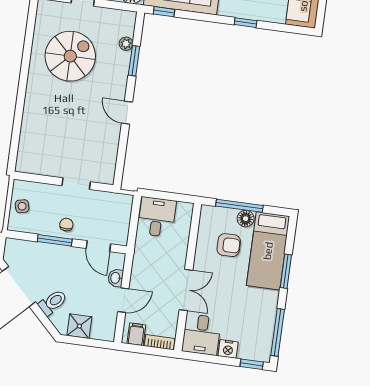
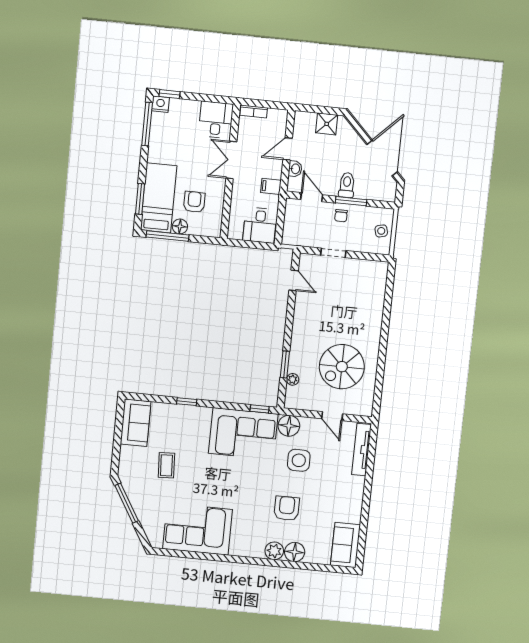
door: (127, 113) -> (294, 280), moved
window: (239, 206) -> (168, 236), moved
armchair: (229, 245) -> (194, 202), turned 90
window: (286, 271) -> (140, 199), moved
toilet: (53, 302) -> (347, 185), moved, turned 135
filing cabinet: (136, 334) -> (271, 186), moved, turned 90
nightstand: (228, 349) -> (160, 104), moved

